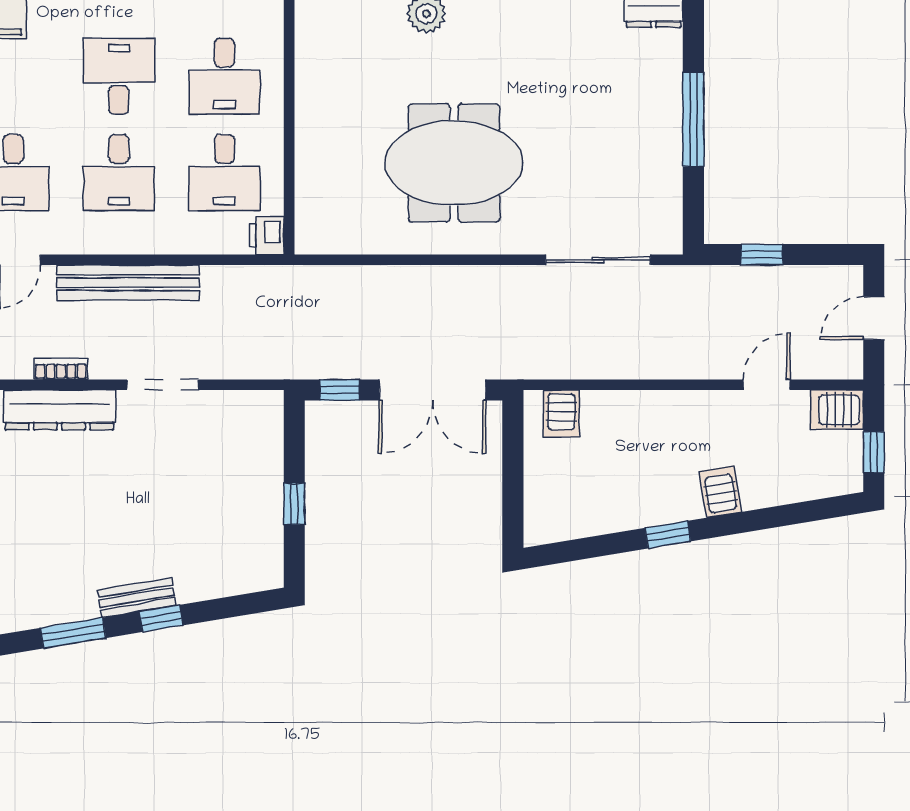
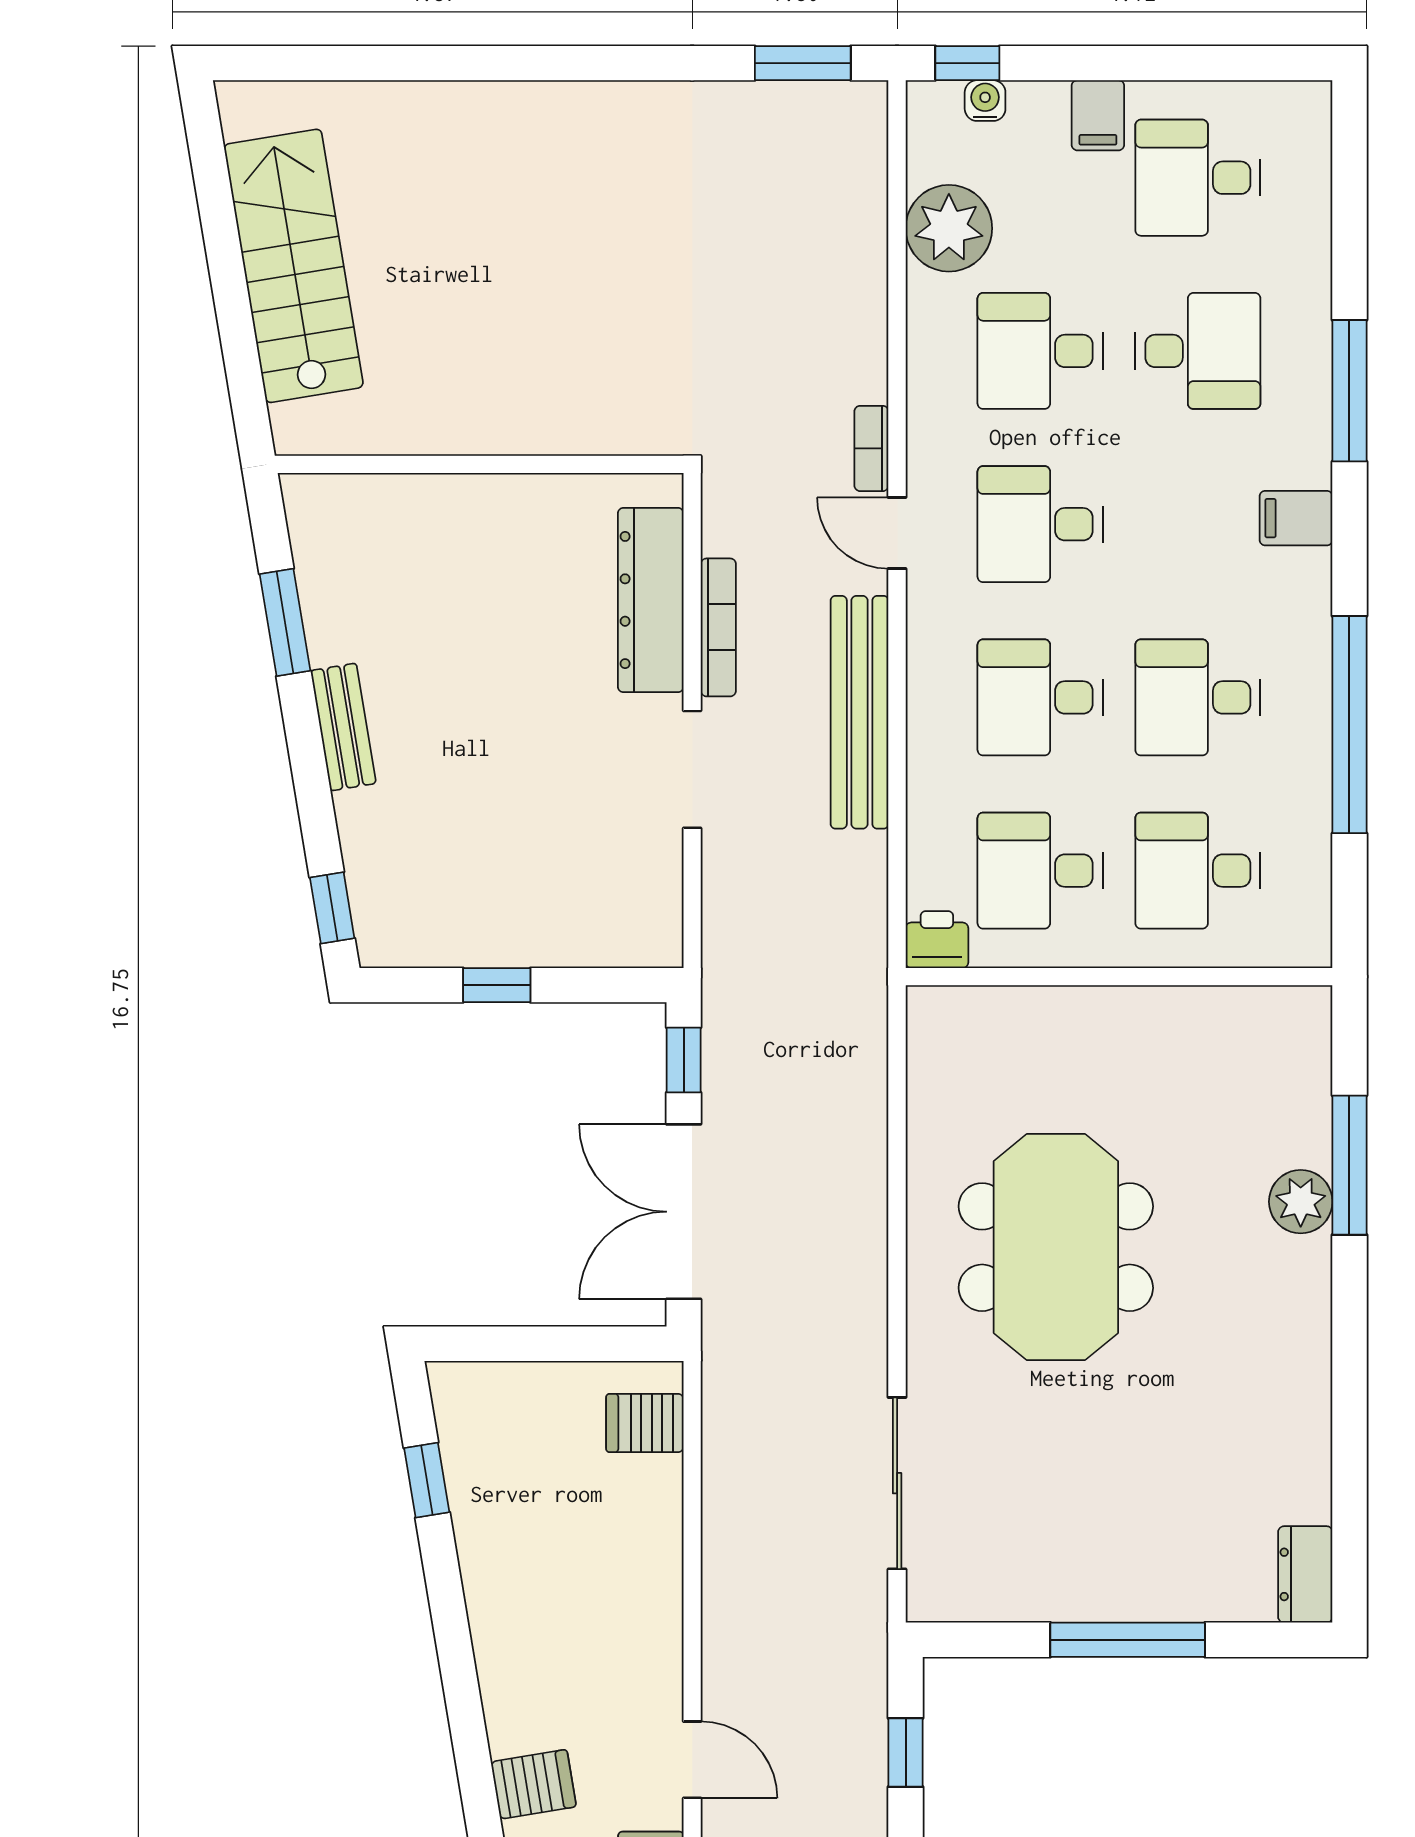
desk: (119, 76) -> (1198, 697), turned 180
bookcase: (61, 369) -> (718, 627), width x1.56
server rack: (720, 492) -> (534, 1784), moved
window: (668, 535) -> (427, 1480), moved
window: (161, 618) -> (332, 908), moved

